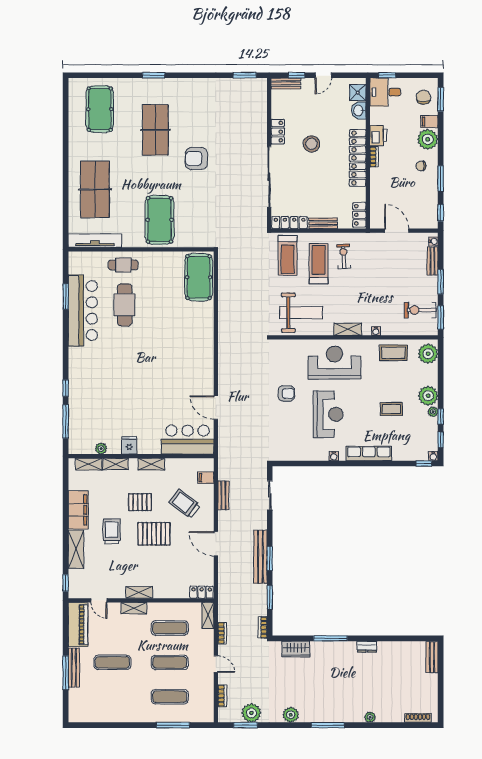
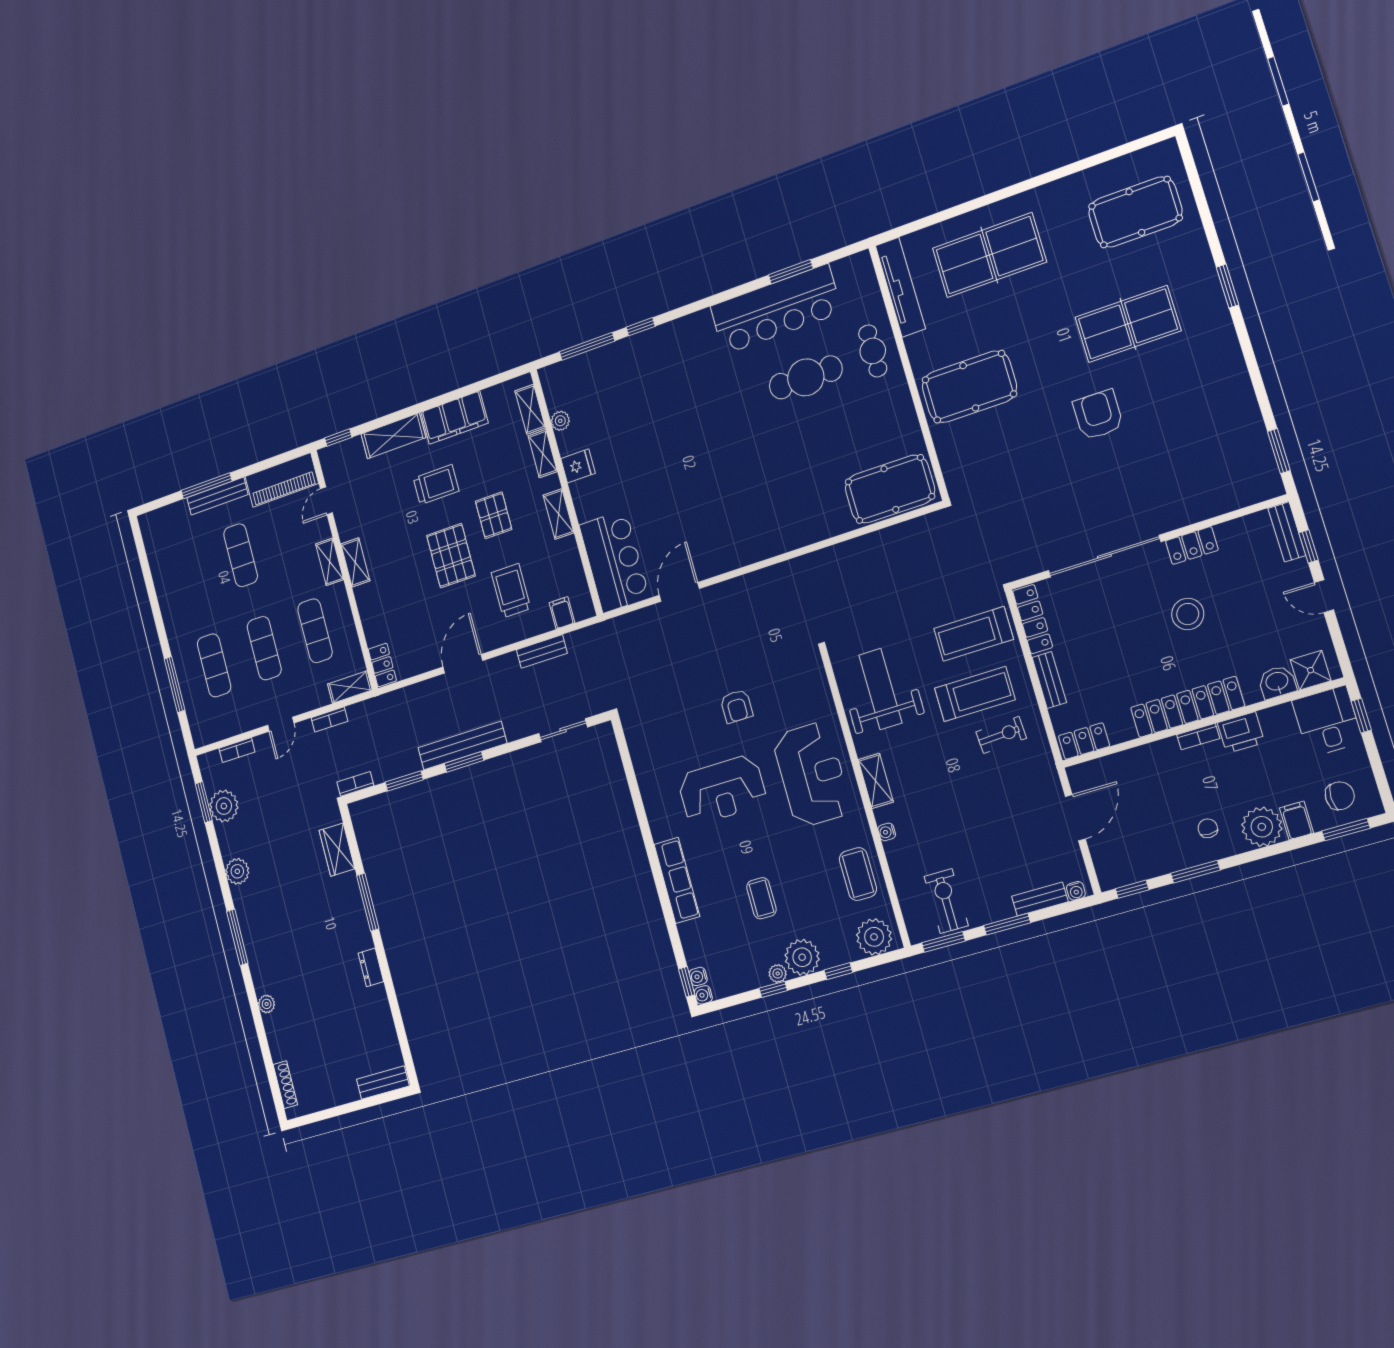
weight bench: (301, 313) -> (880, 689), turned 180
window: (441, 440) -> (838, 971), moved
water cooler: (334, 456) -> (698, 976), moved
trolley: (185, 504) -> (511, 591), turned -37

